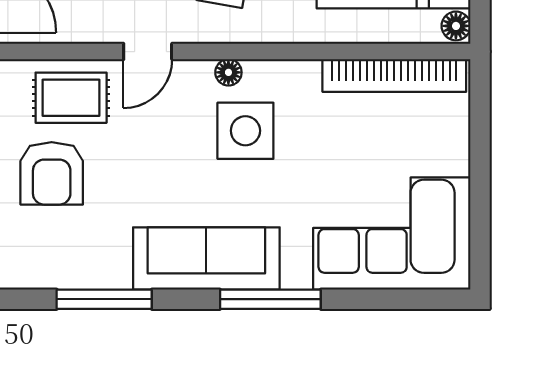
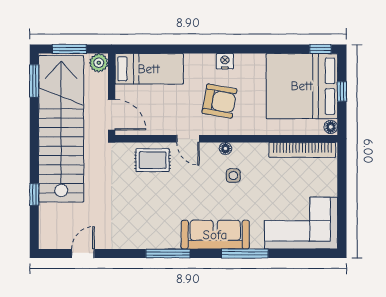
door: (148, 52) -> (188, 139), hinge flipped
side table: (245, 131) -> (233, 175), width x0.54, depth x0.54
armchair: (52, 173) -> (144, 195), removed

